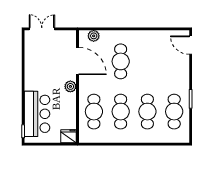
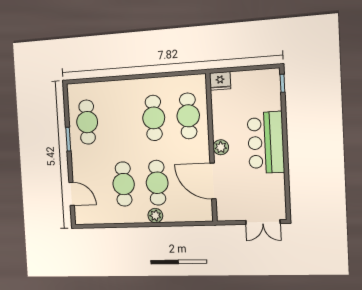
plant: (94, 36) -> (155, 216), moved
door: (191, 45) -> (72, 194), moved
cafe table: (147, 112) -> (124, 184), moved
bar counter: (37, 114) -> (266, 143), moved

